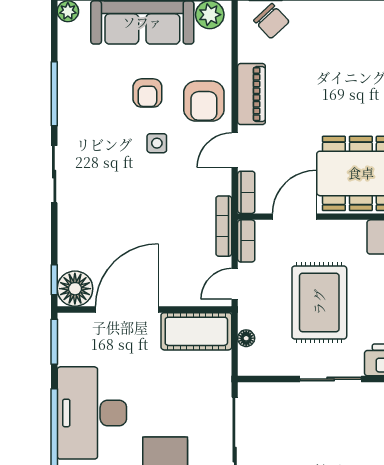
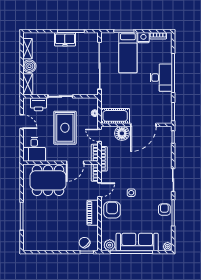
armchair: (147, 93) -> (164, 210), moved
door: (235, 284) -> (99, 135), swing flipped
floor lamp: (75, 289) -> (122, 133), moved
desk: (92, 413) -> (161, 78), width x0.73, depth x0.77

